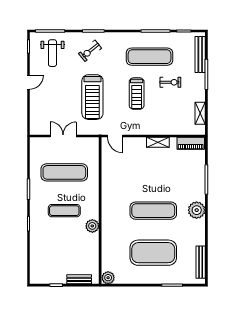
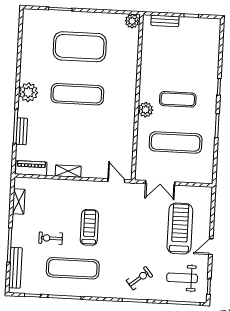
weight bench: (52, 53) -> (182, 278), turned -90
treadmill: (92, 97) -> (180, 229), moved
double door: (63, 136) -> (160, 183), moved
plant: (92, 226) -> (146, 110), moved
bench: (201, 262) -> (22, 131), moved, width x0.73

